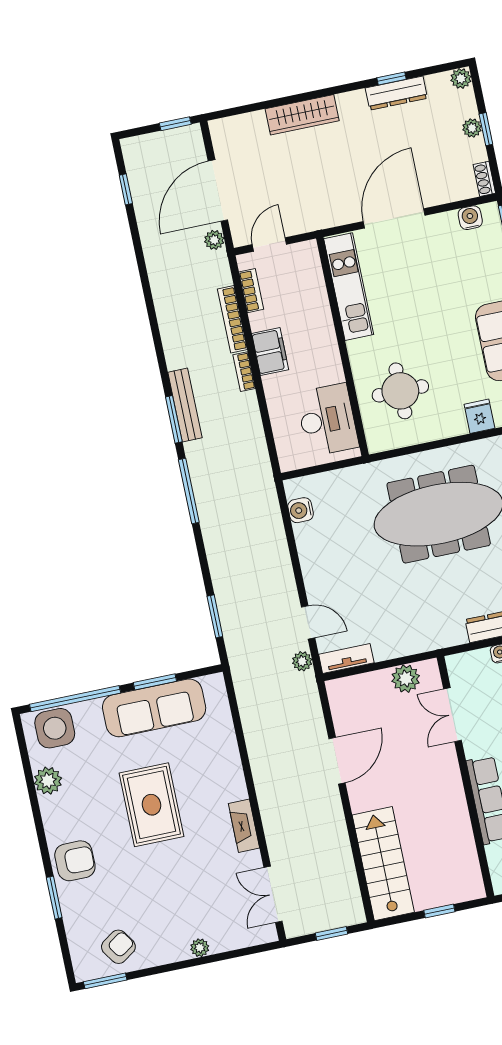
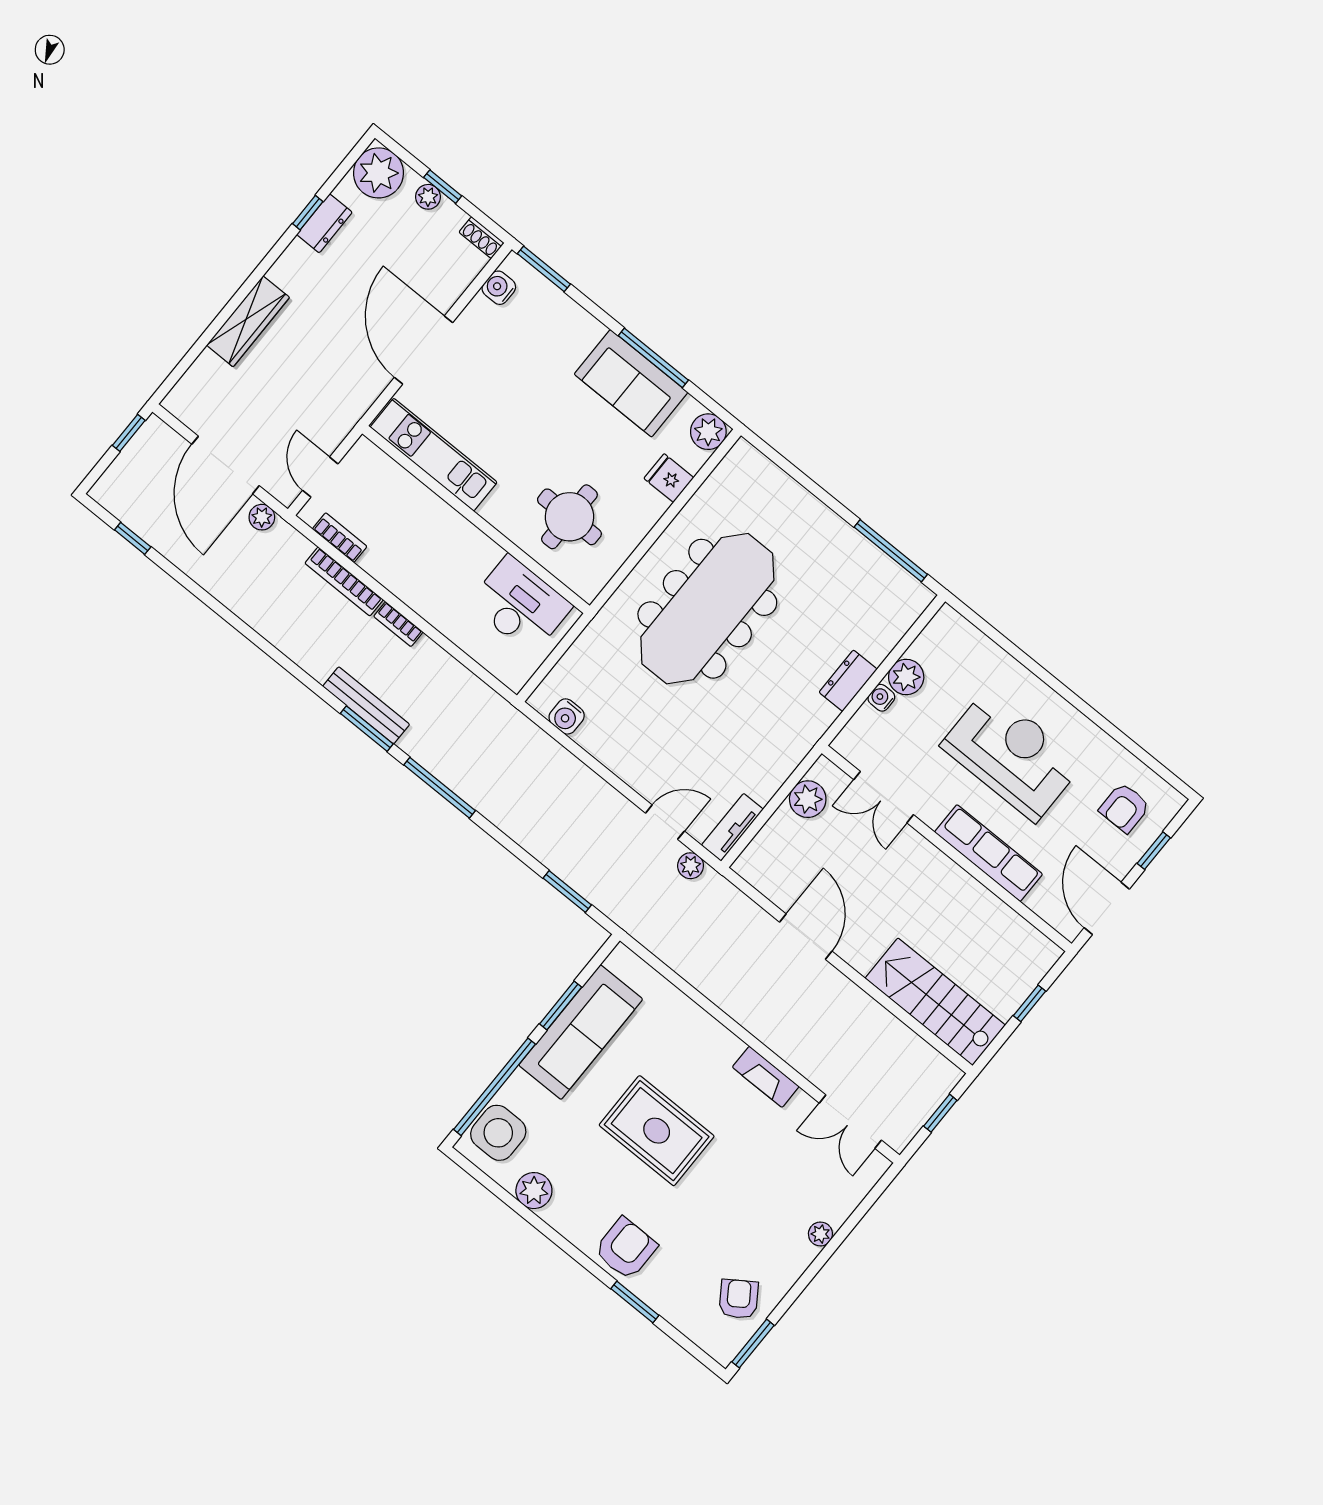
plant: (461, 78) -> (378, 173), width x1.87, depth x1.87
dresser: (396, 93) -> (324, 223), width x0.70
filing cabinet: (270, 352) -> (408, 583), removed

